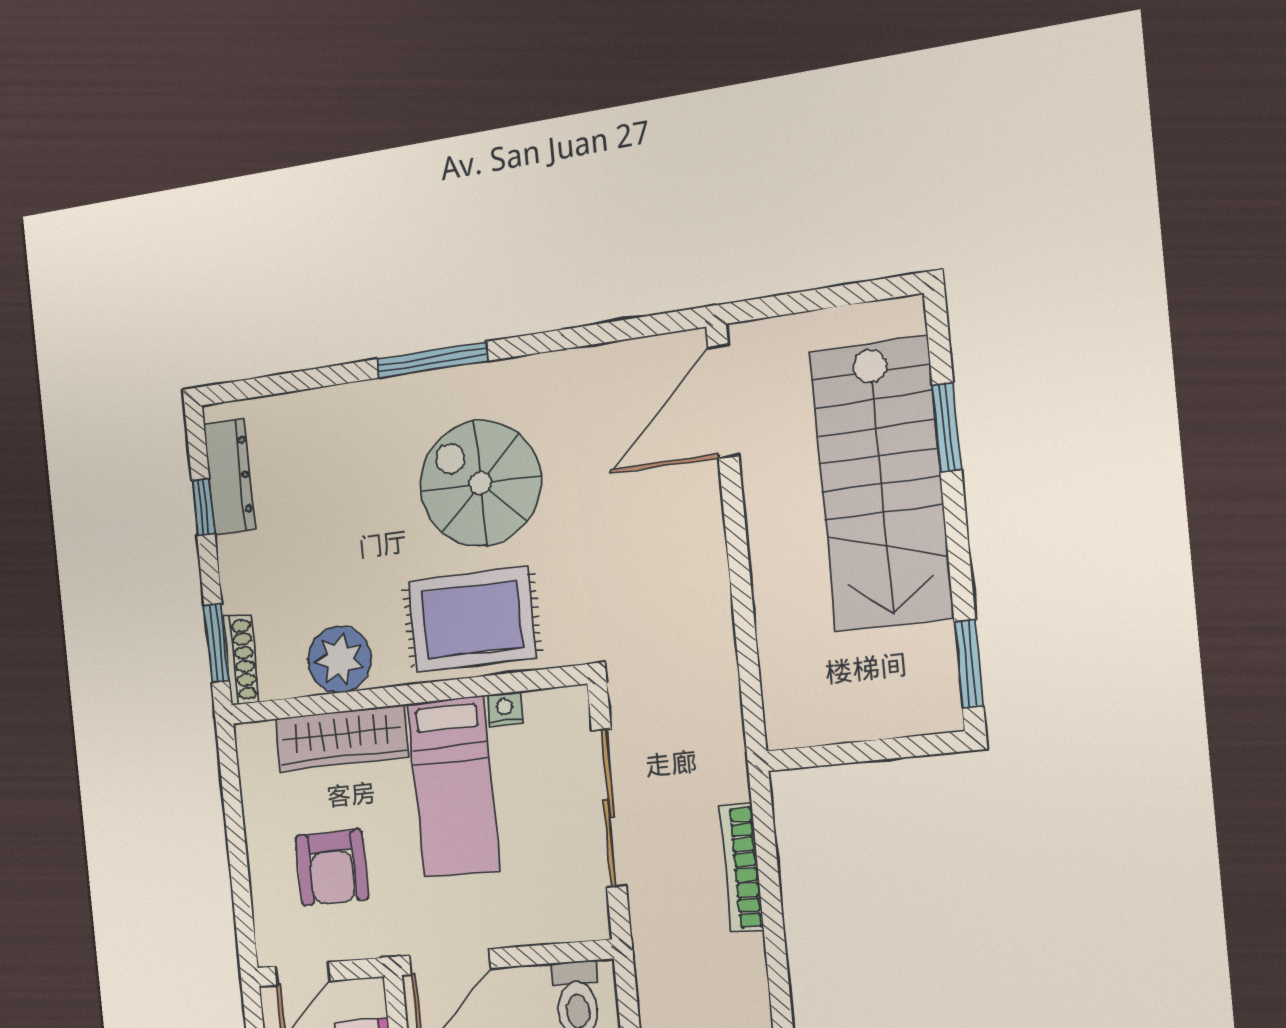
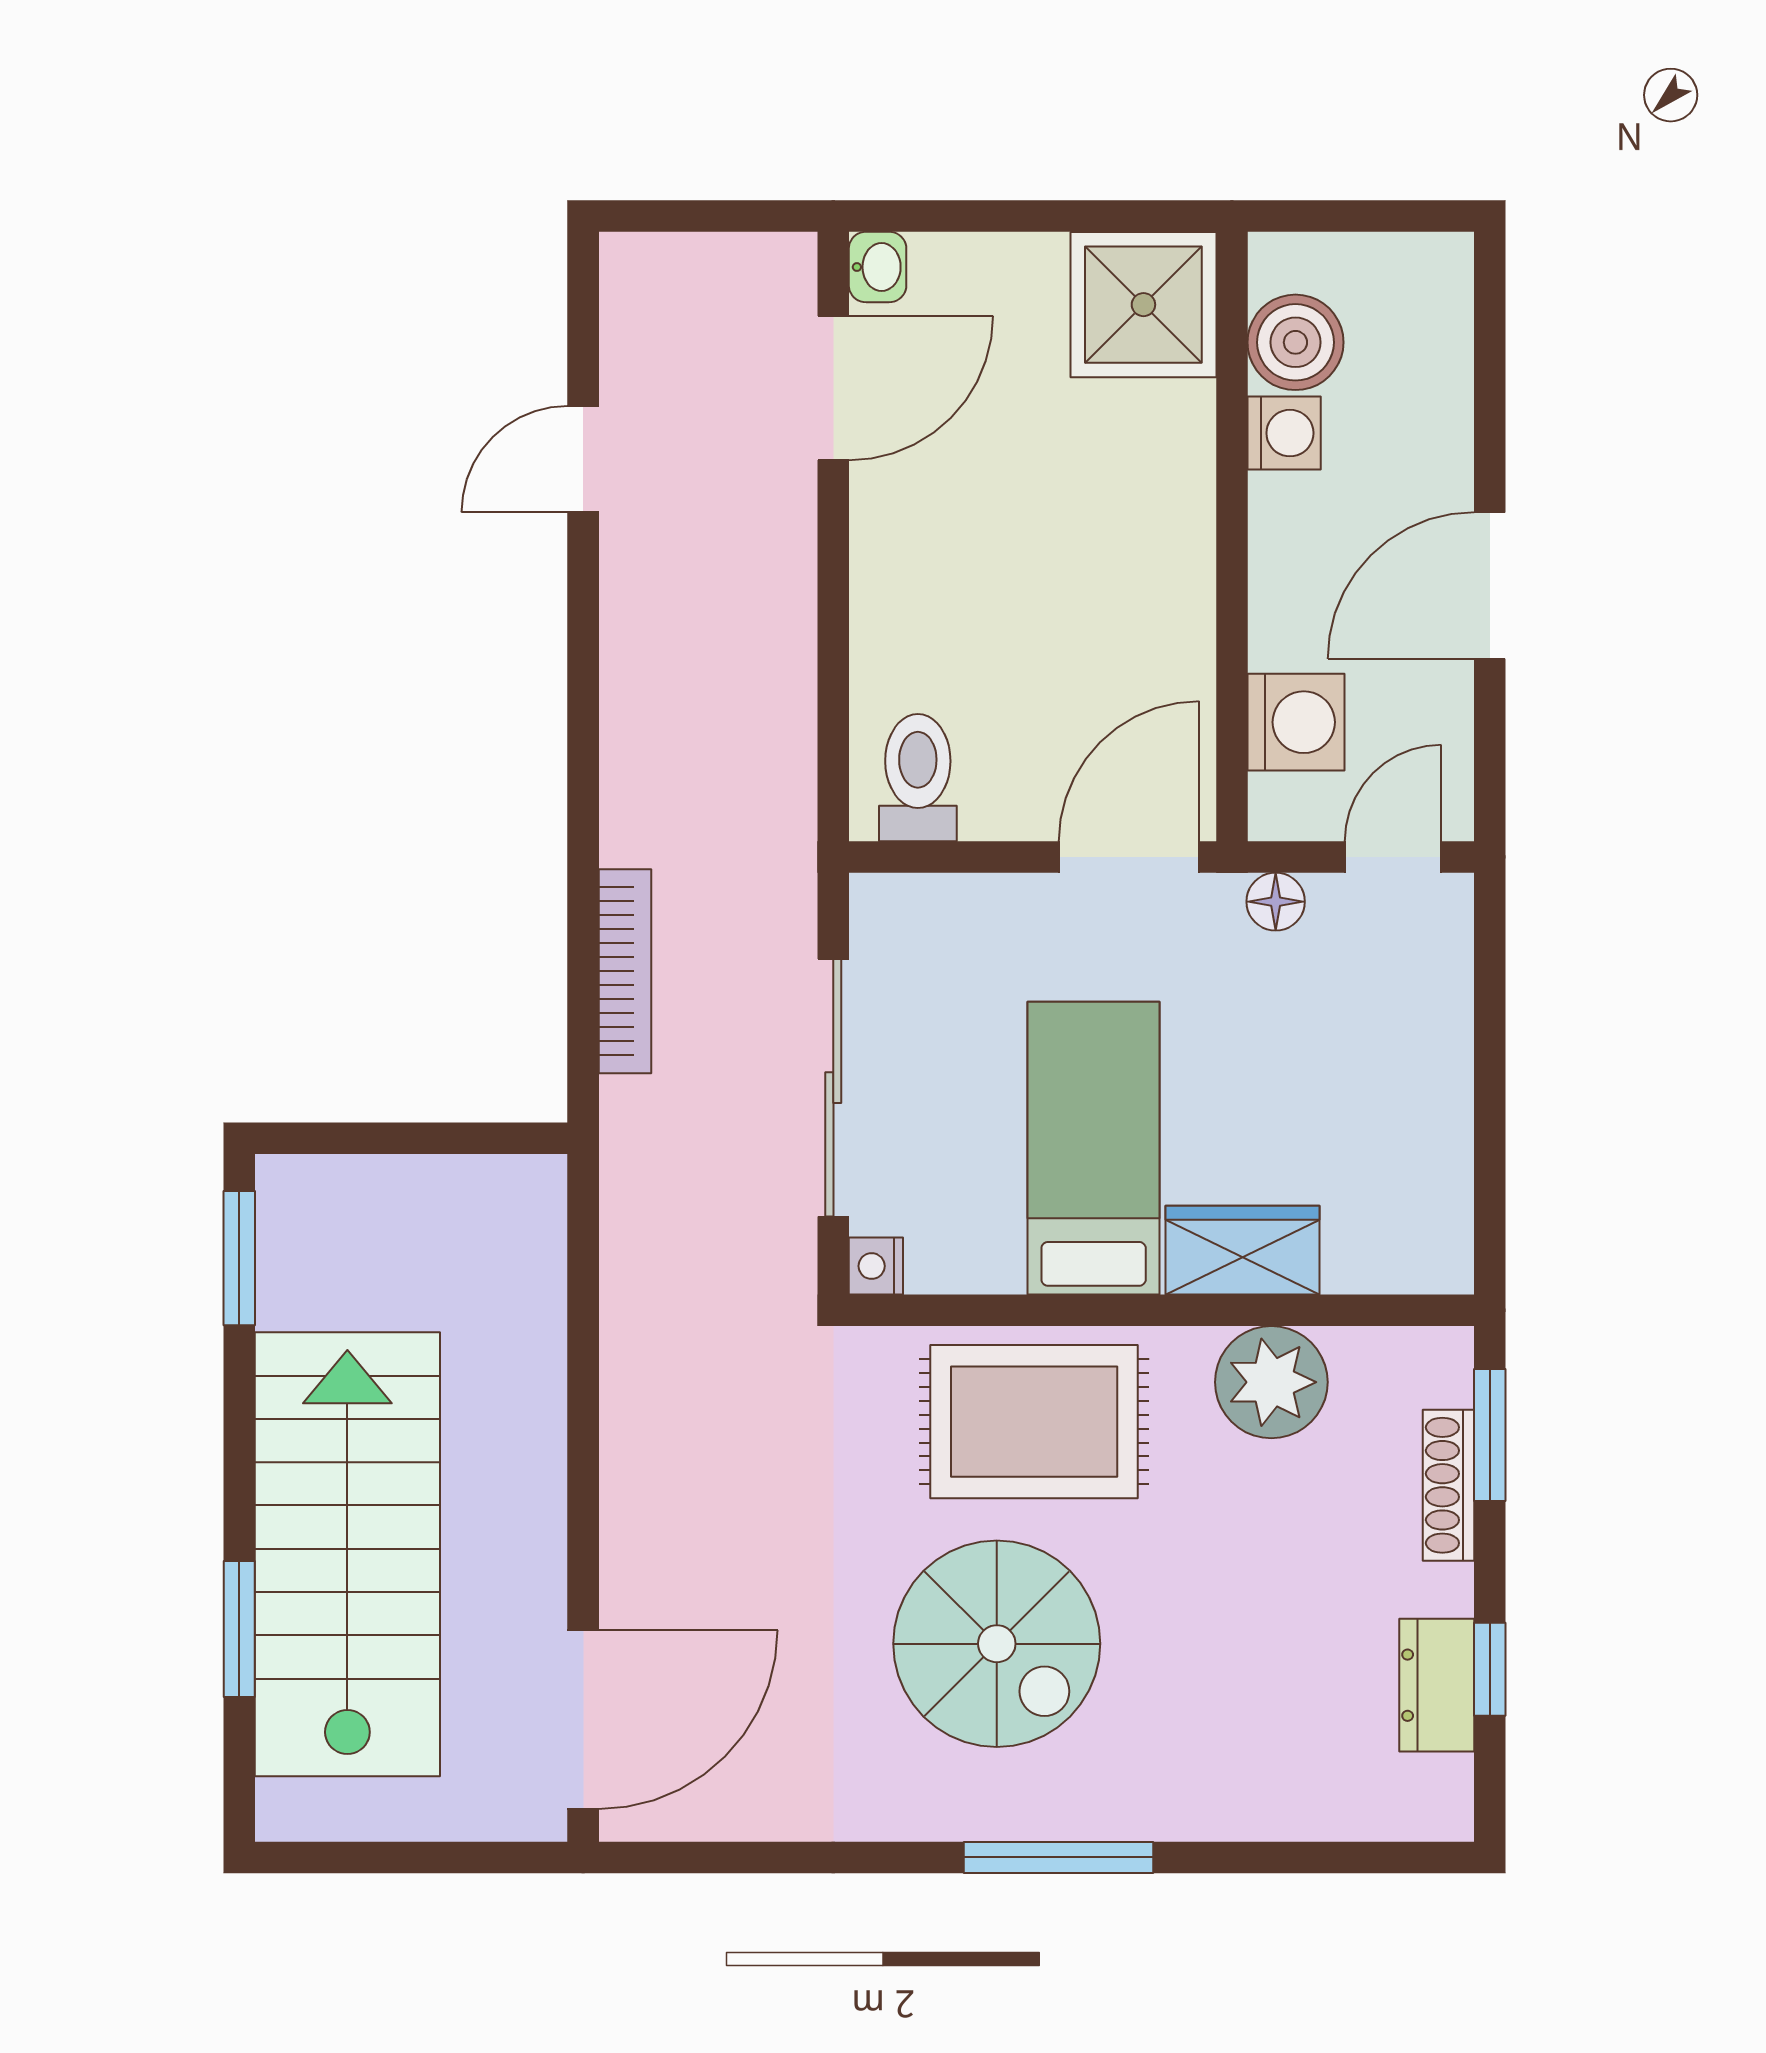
dresser: (229, 477) -> (1437, 1685), width x0.70
shoe rack: (241, 660) -> (1449, 1485), moved
nightstand: (505, 709) -> (876, 1266), moved, turned 90
wardrobe: (342, 738) -> (1243, 1250), width x0.67
armchair: (332, 867) -> (1321, 1033), removed
floor lamp: (365, 942) -> (1276, 902), added

